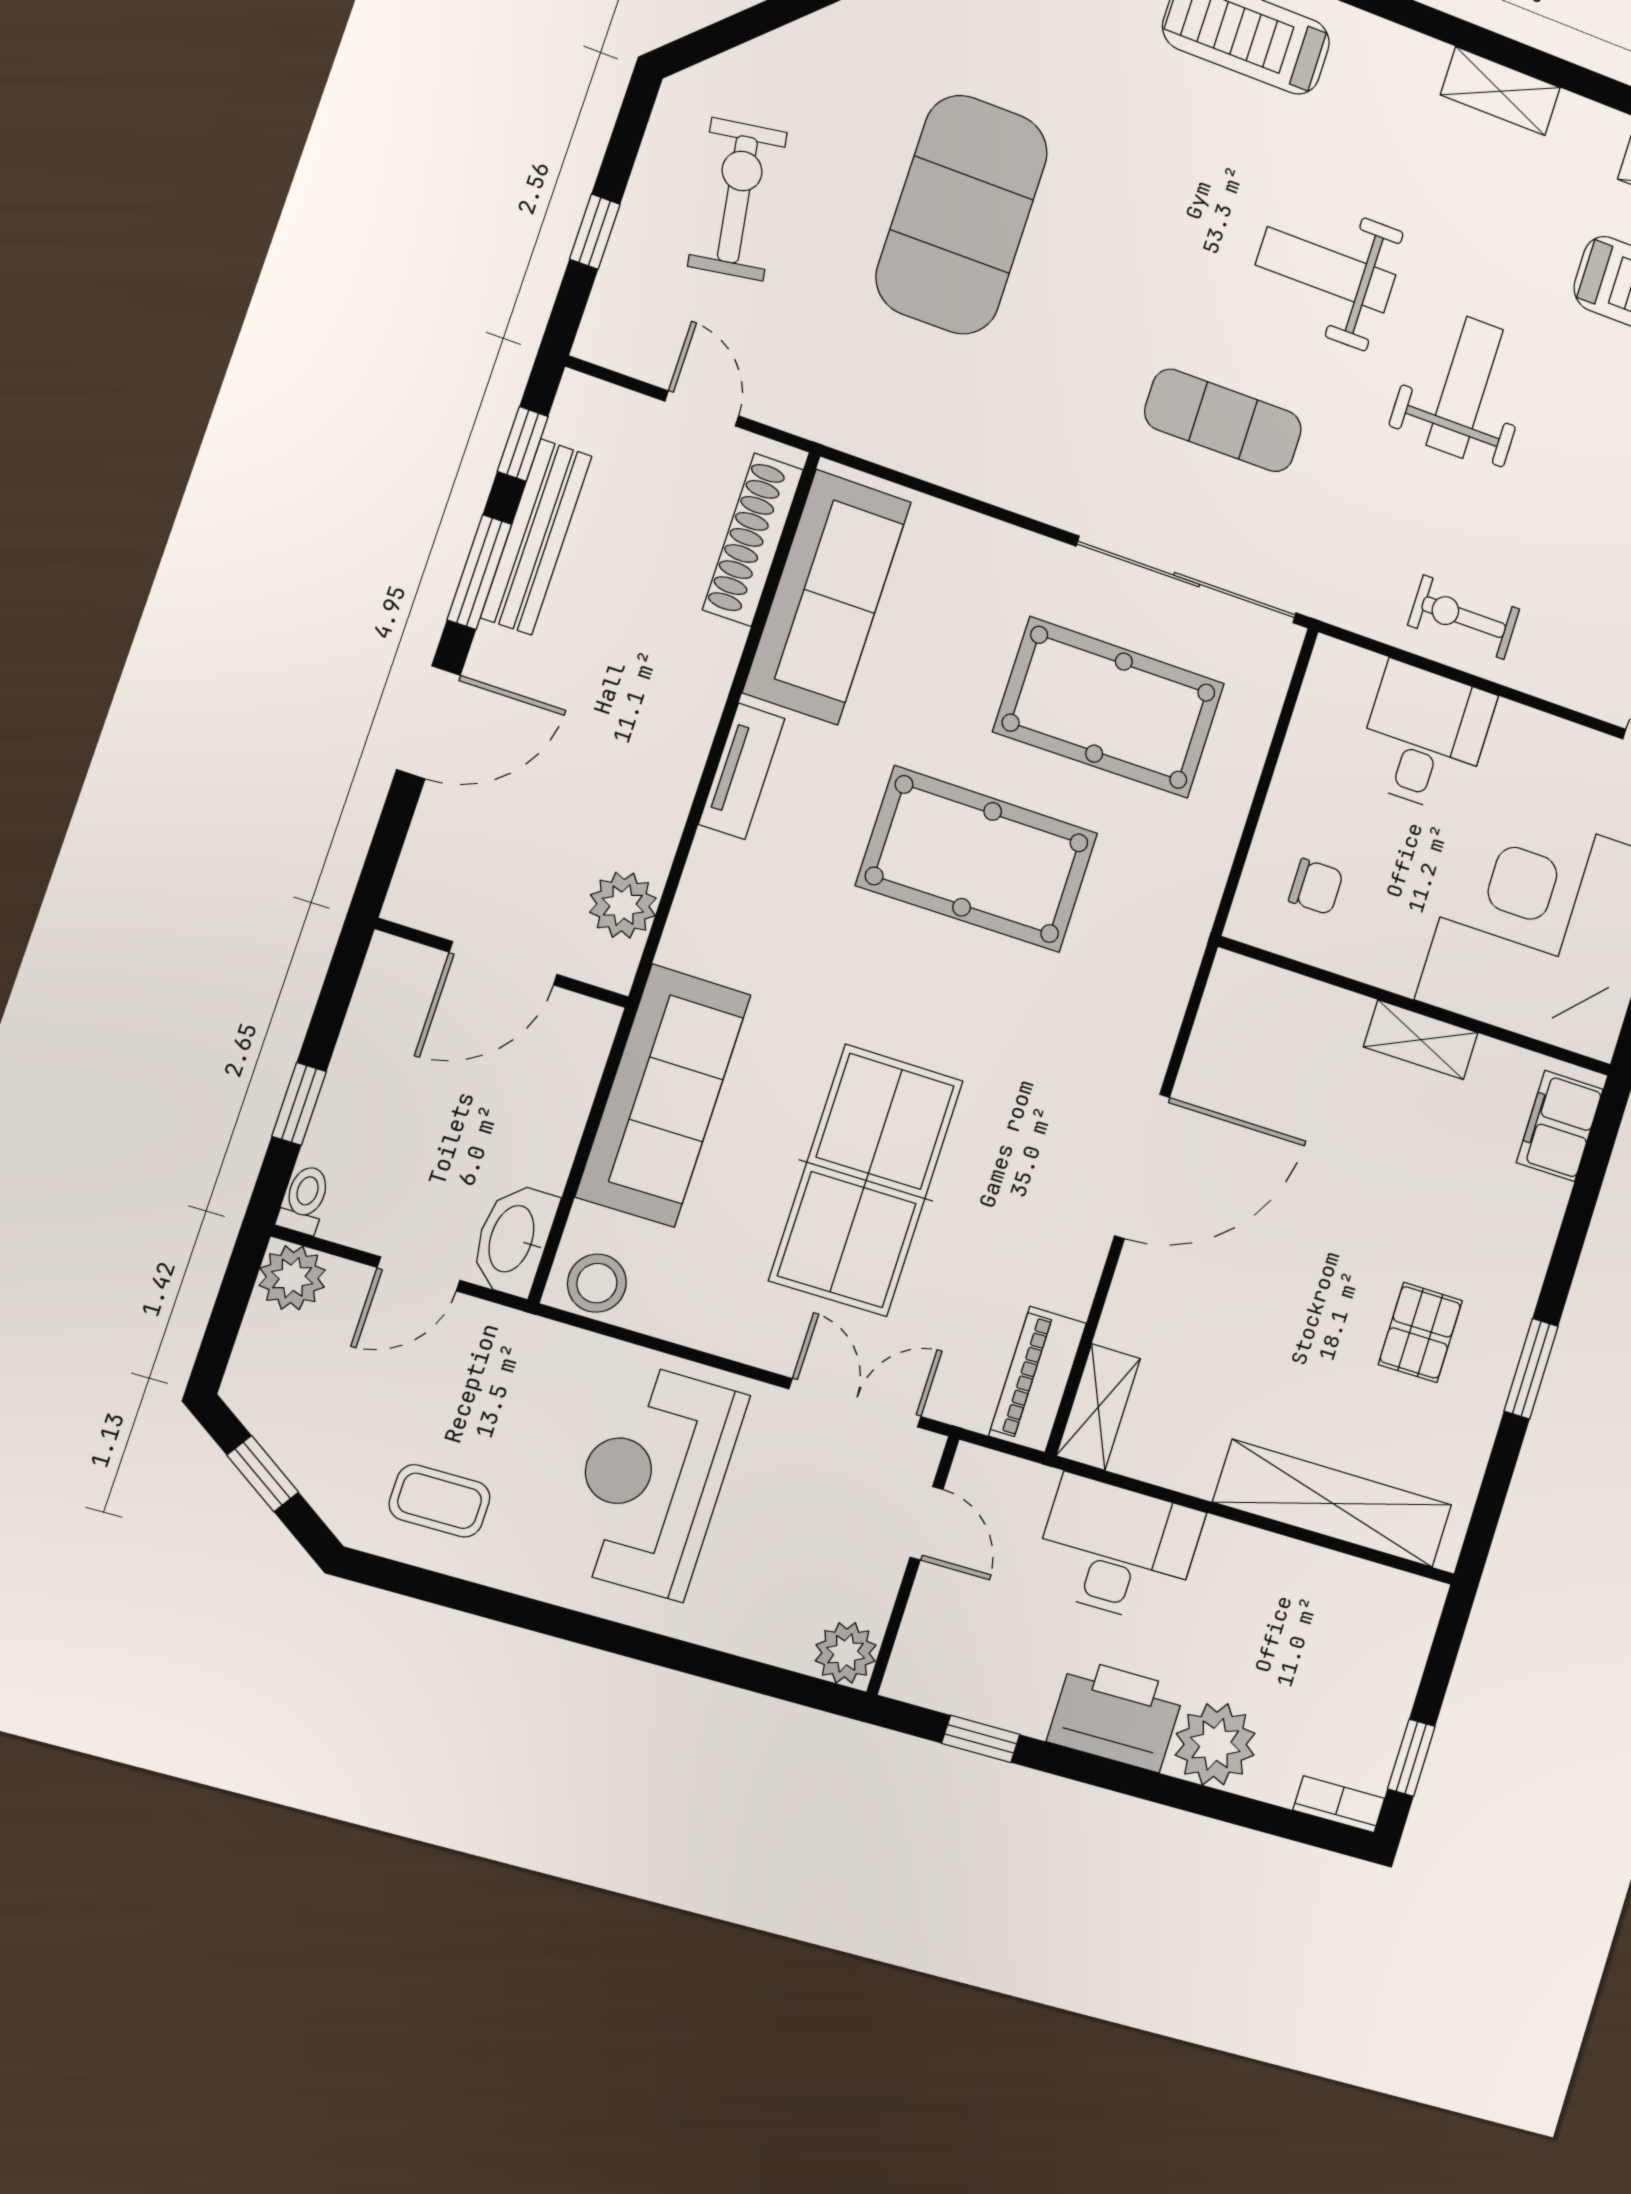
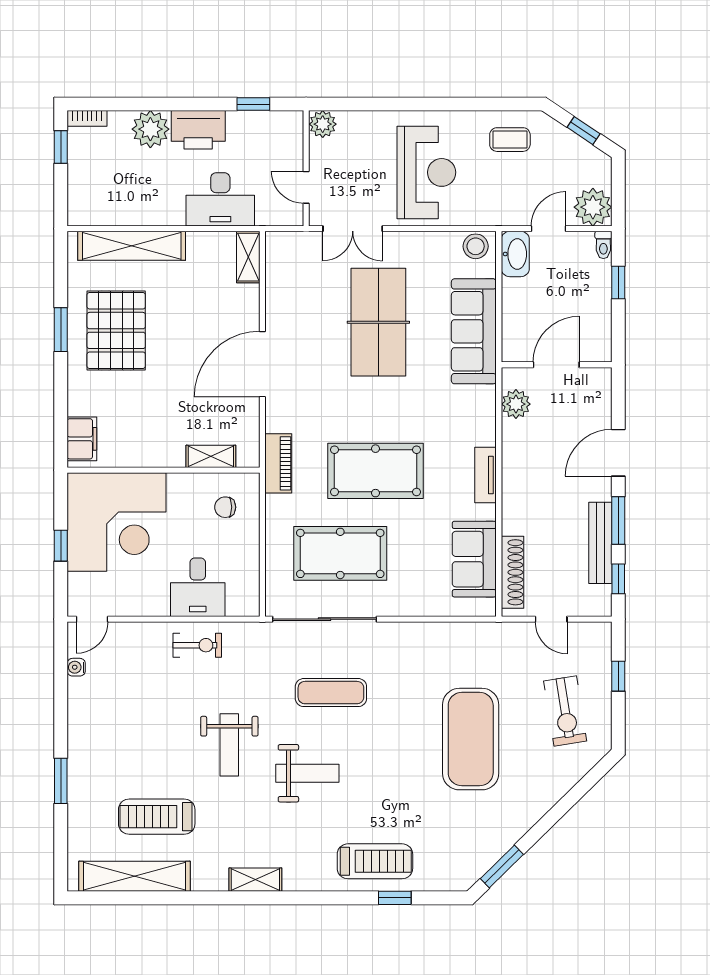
sofa: (827, 597) -> (474, 559), width x0.73
shelving: (1421, 1040) -> (211, 456), moved
plant: (292, 1278) -> (593, 207), width x1.36, depth x1.36
pallet: (1420, 1332) -> (116, 330), width x2.05, depth x2.00
piano: (1037, 1379) -> (278, 463), moved

